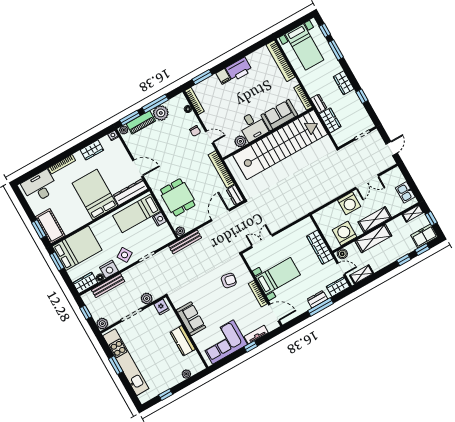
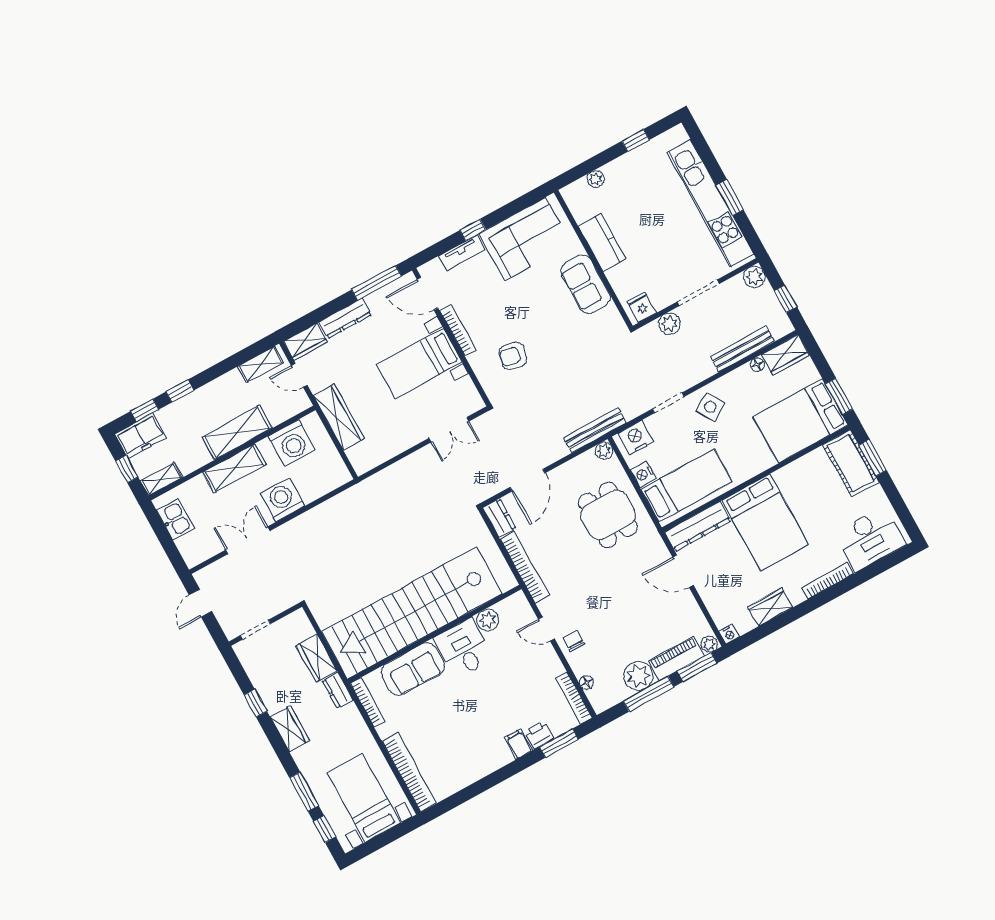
printer: (239, 69) -> (539, 735), moved, width x0.53, depth x0.68
boiler: (342, 254) -> (297, 404), removed
nightstand: (109, 269) -> (636, 438), moved
dresser: (317, 299) -> (345, 318), width x1.44
window: (321, 307) -> (377, 283), moved

